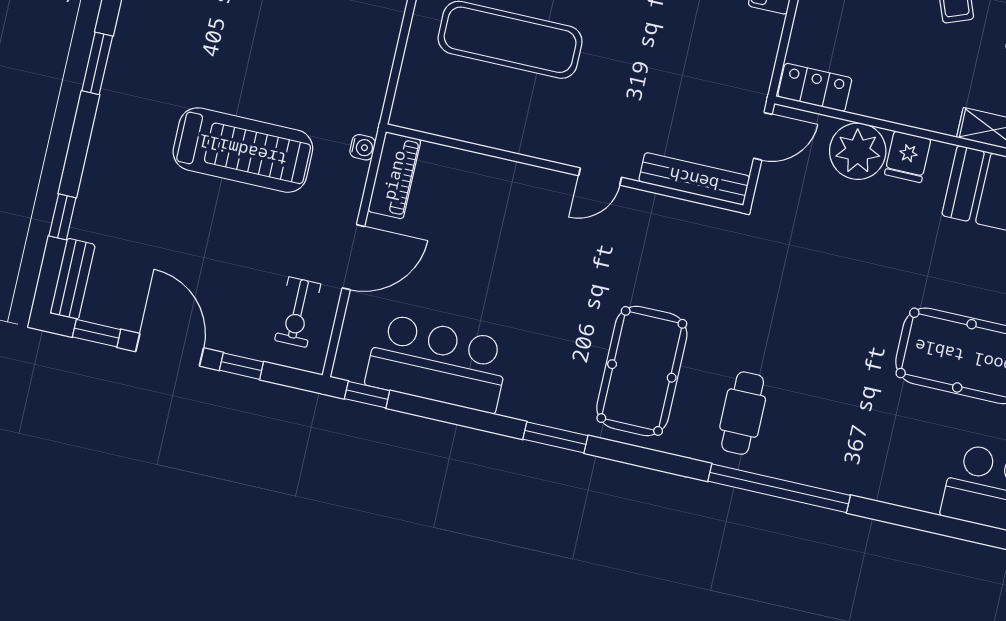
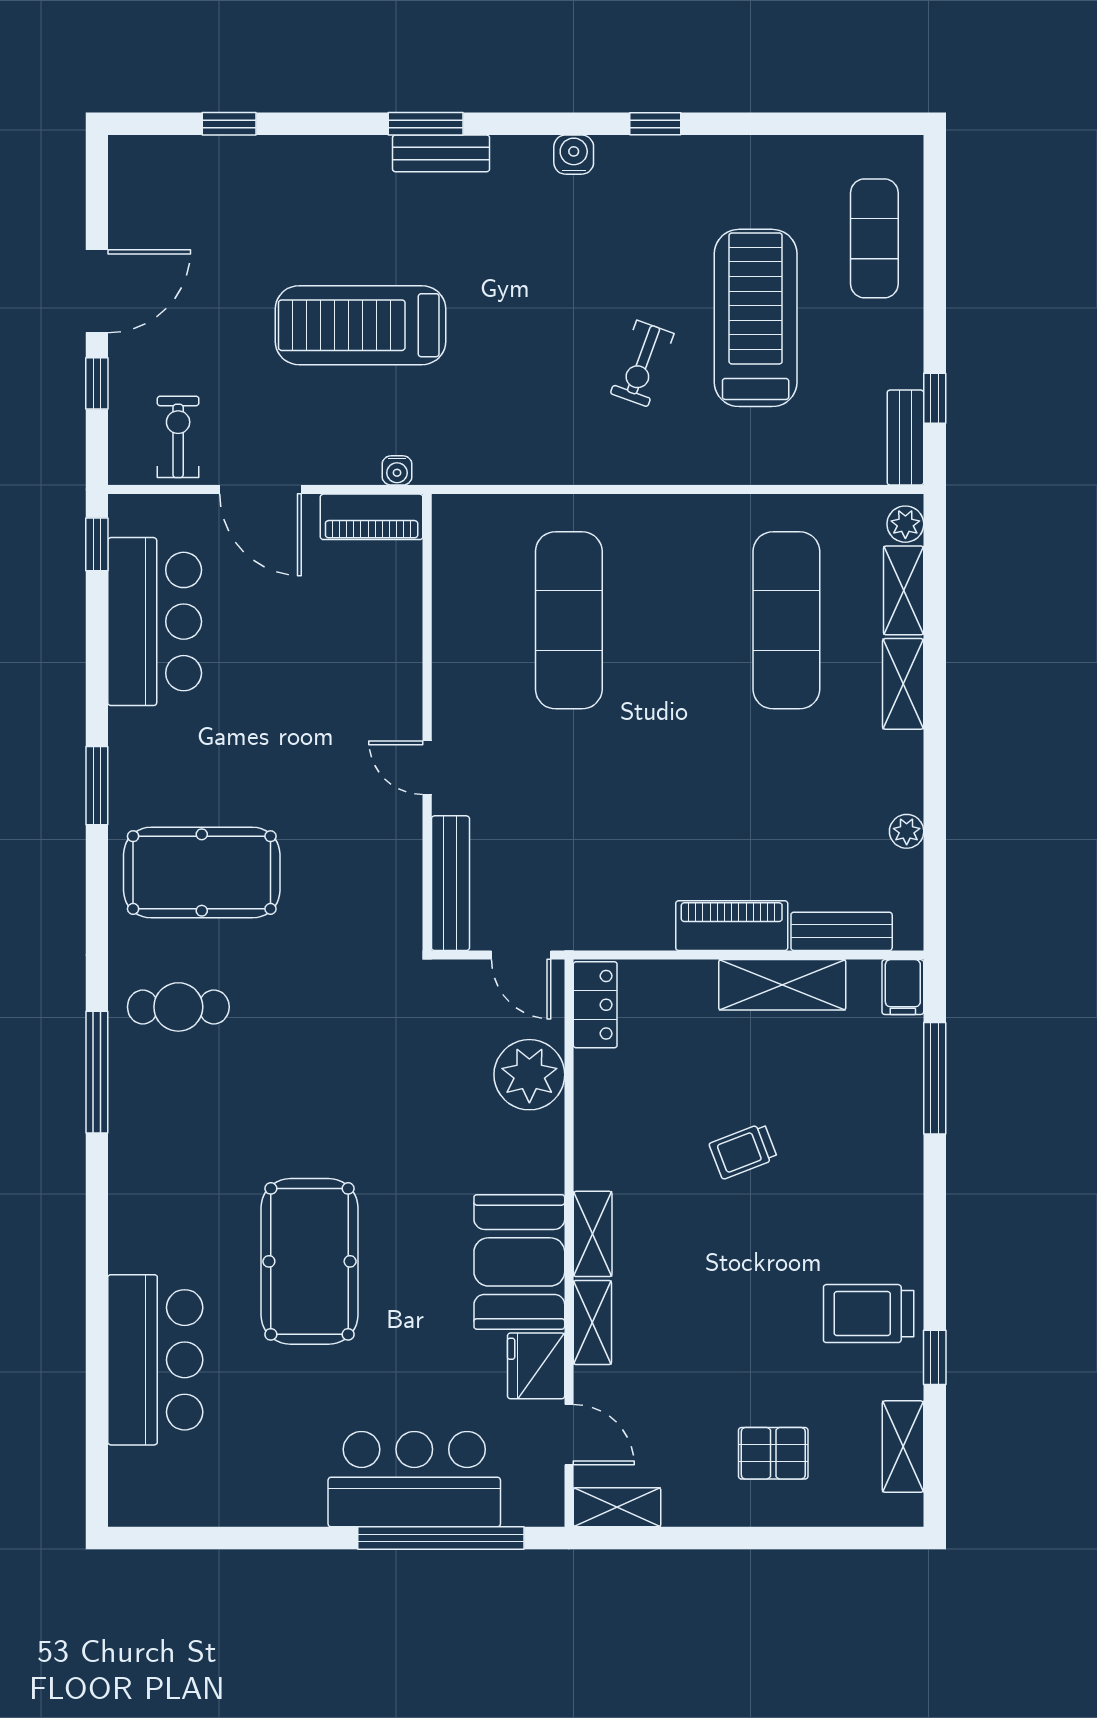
treadmill: (243, 150) -> (360, 325), turned 90
fridge: (908, 157) -> (536, 1137), removed
bench: (73, 279) -> (441, 153), moved
exercise bike: (298, 312) -> (178, 437), turned 90
window: (97, 333) -> (97, 198), removed
window: (779, 488) -> (97, 1072), width x0.68

